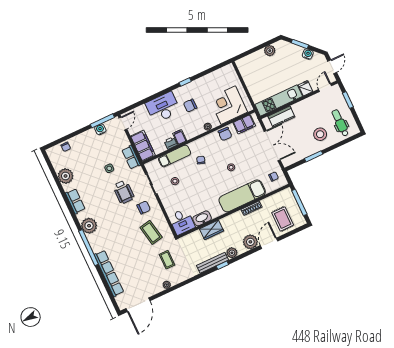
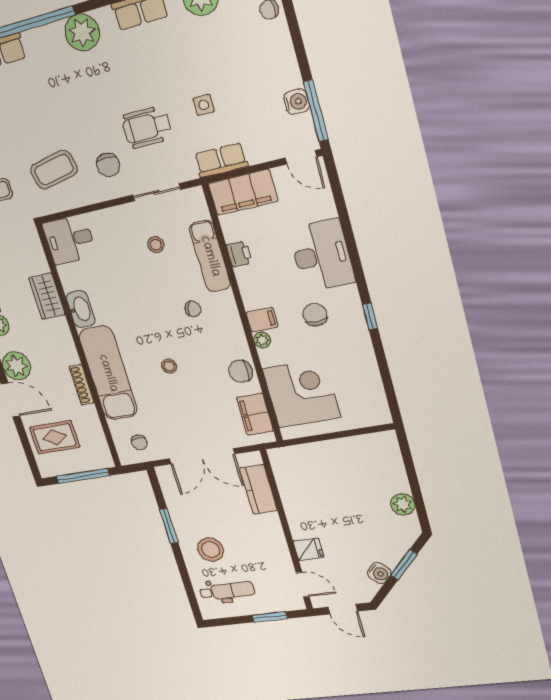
kitchen unit: (279, 100) -> (293, 493), removed
filing cabinet: (180, 137) -> (262, 320), moved
washbasin: (202, 218) -> (81, 309), moved

